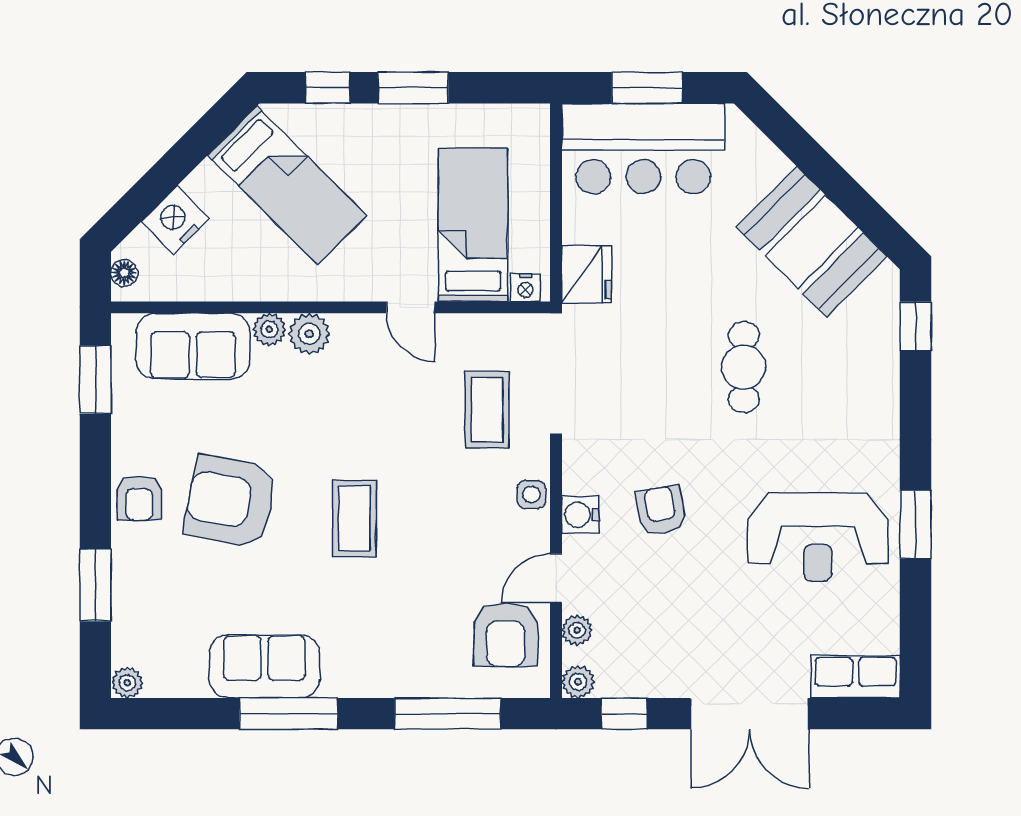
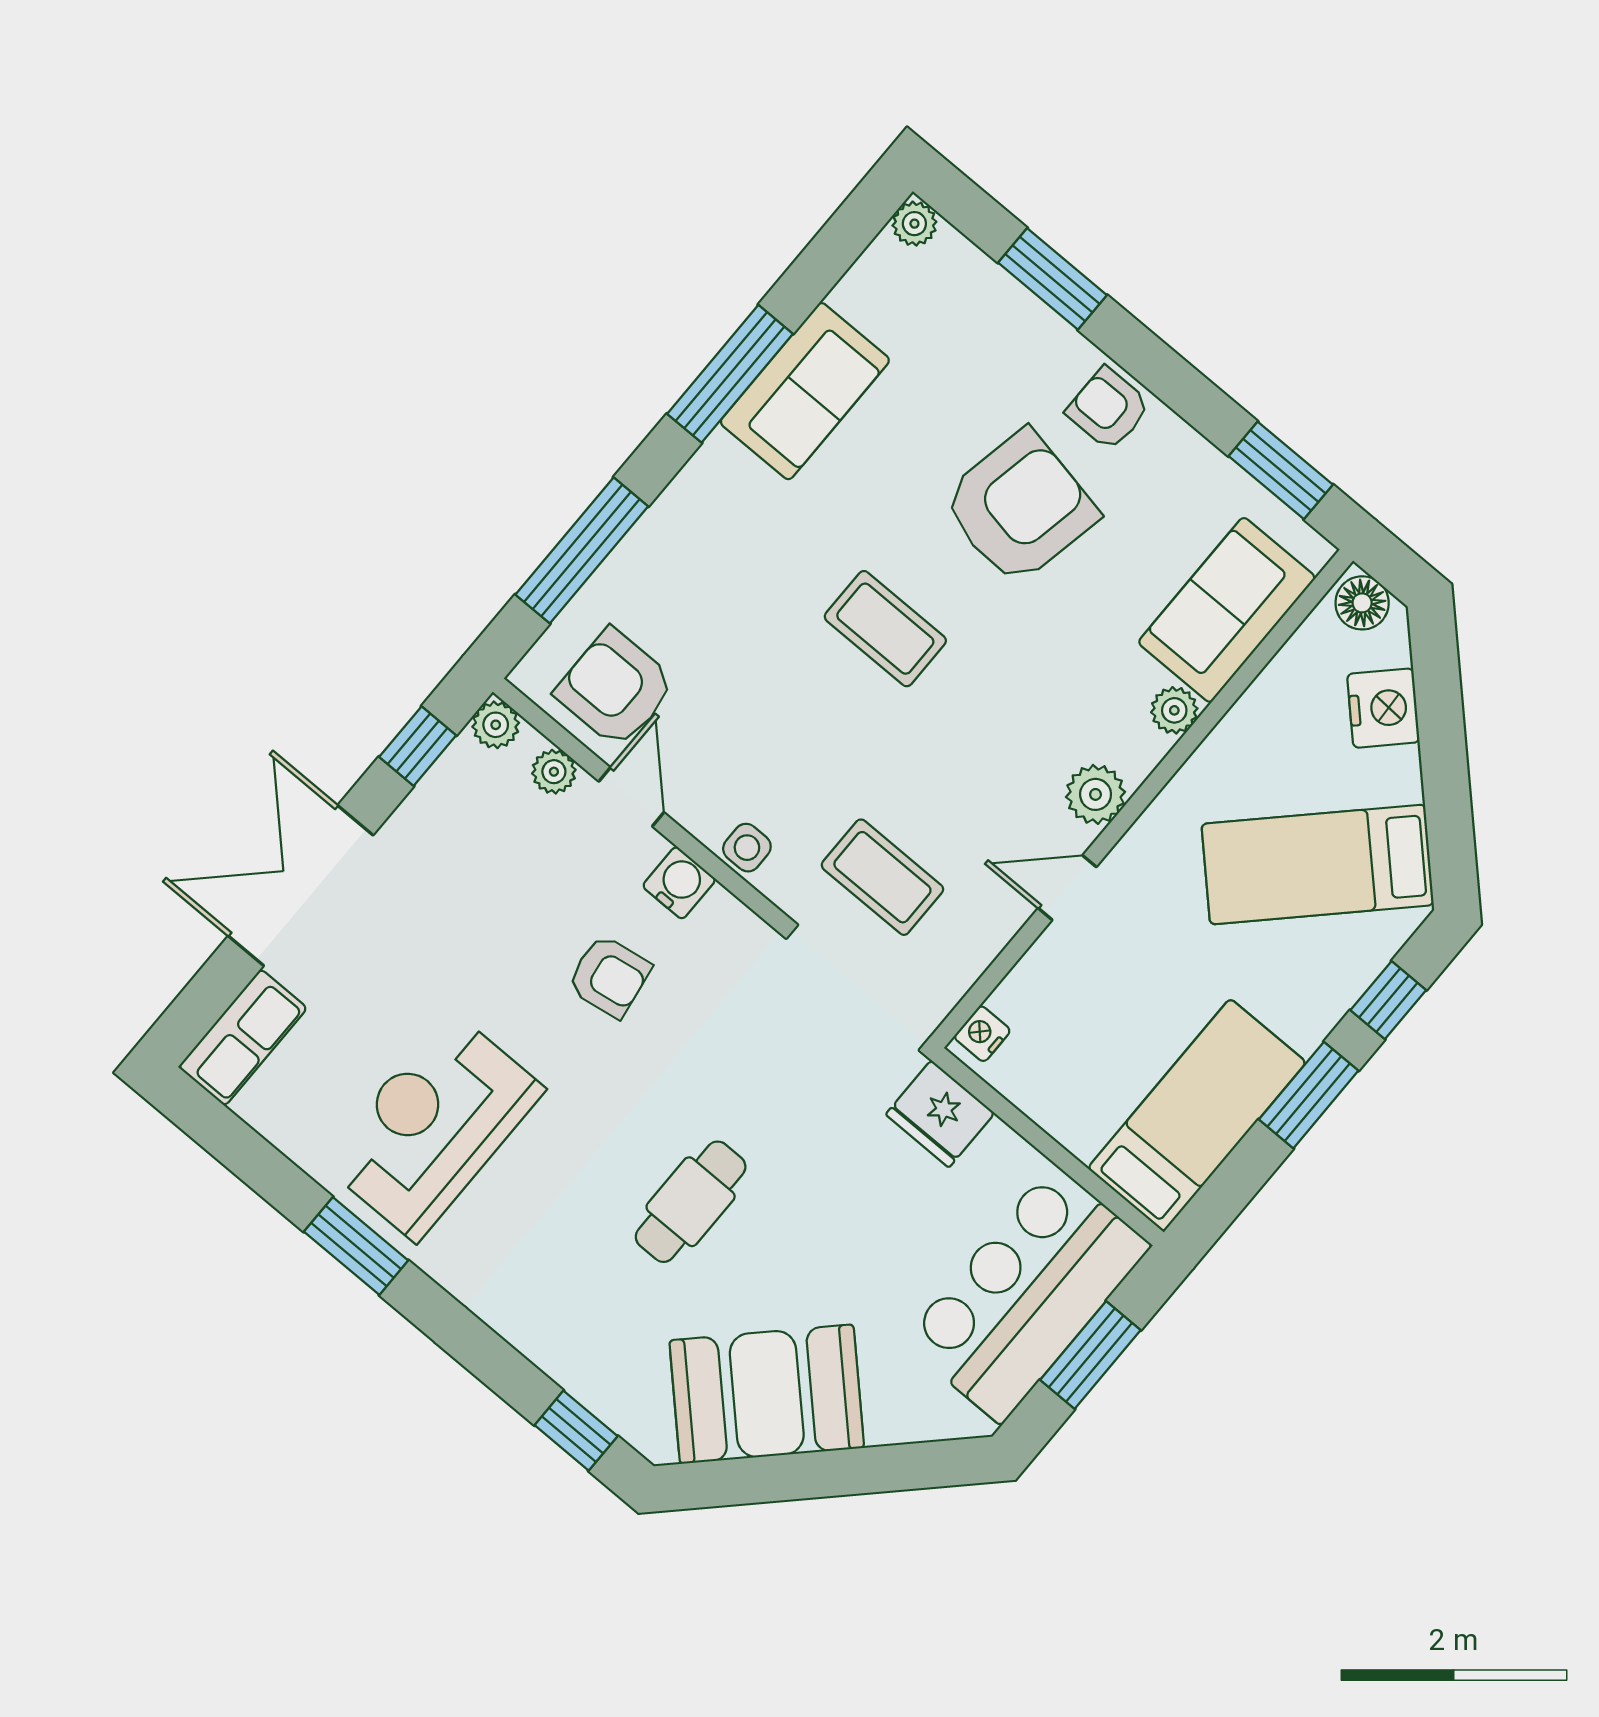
bed: (473, 225) -> (1197, 1115), moved, turned -90
floor lamp: (124, 273) -> (1362, 603), width x1.37, depth x1.37
plant: (309, 334) -> (1096, 794), moved
cafe table: (744, 367) -> (691, 1202), turned 90

